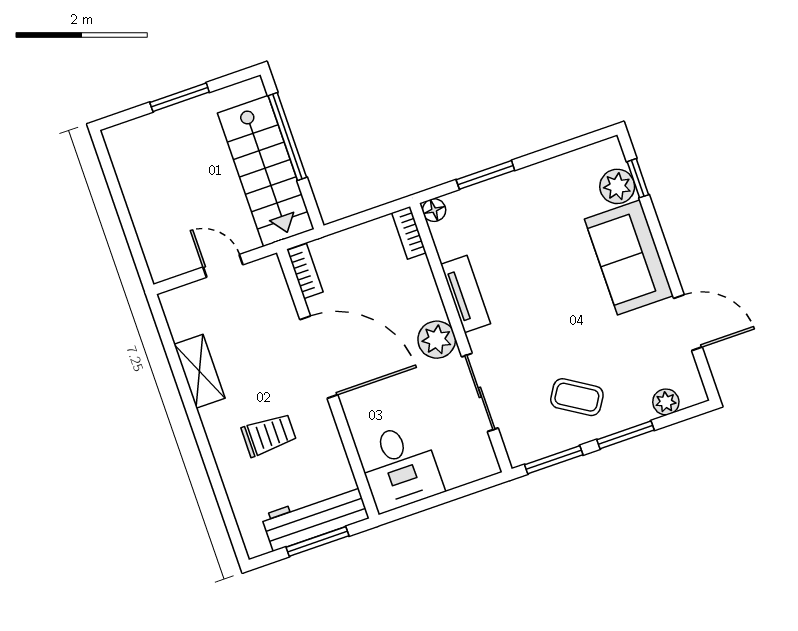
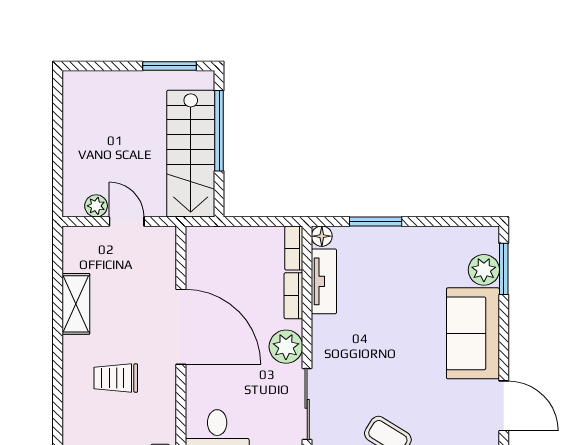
window: (180, 97) -> (170, 66), moved
window: (638, 178) -> (504, 269), width x1.50
plant: (185, 261) -> (96, 206), added
bookcase: (305, 271) -> (293, 296), moved, turned 180
tv unit: (466, 294) -> (324, 281), moved
trolley: (269, 435) -> (116, 378), turned 180

